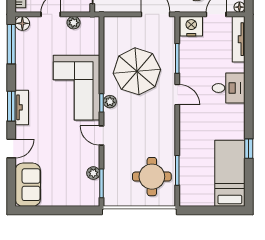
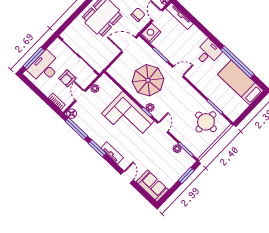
desk: (229, 88) -> (208, 53), moved
window: (11, 106) -> (97, 148), moved
door: (102, 136) -> (163, 127), swing flipped
window: (249, 149) -> (237, 62), width x3.17
window: (74, 210) -> (186, 175), added

